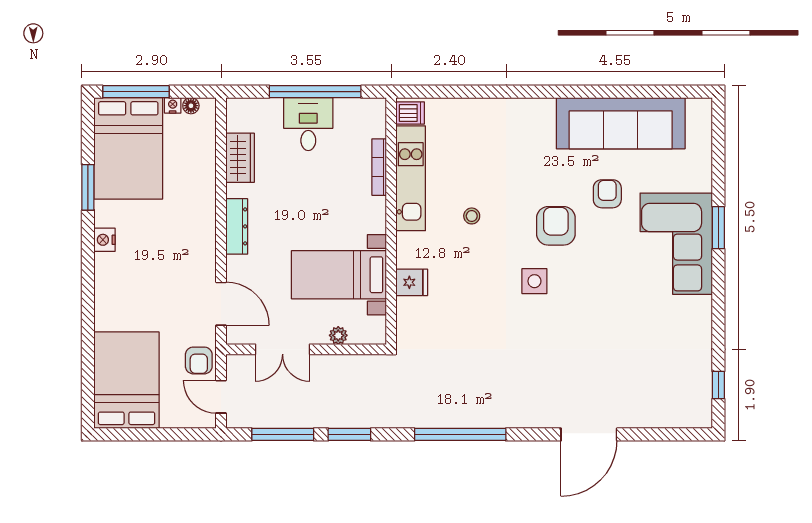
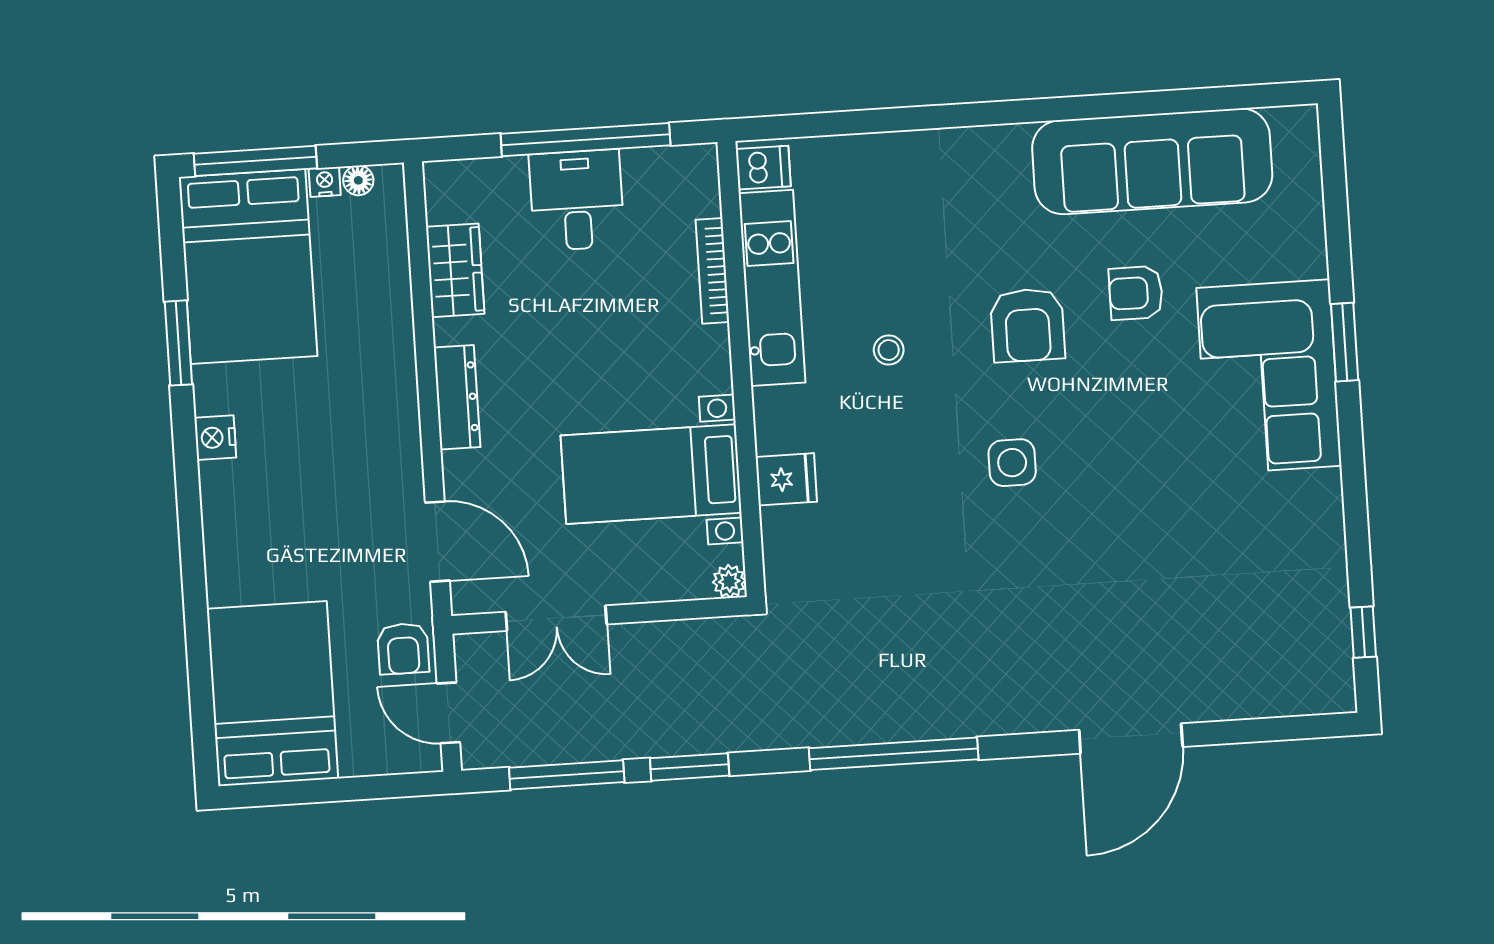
armchair: (607, 194) -> (1136, 293), turned -90
armchair: (556, 226) -> (1028, 325), moved, turned 180
plant: (338, 335) -> (729, 581), moved

